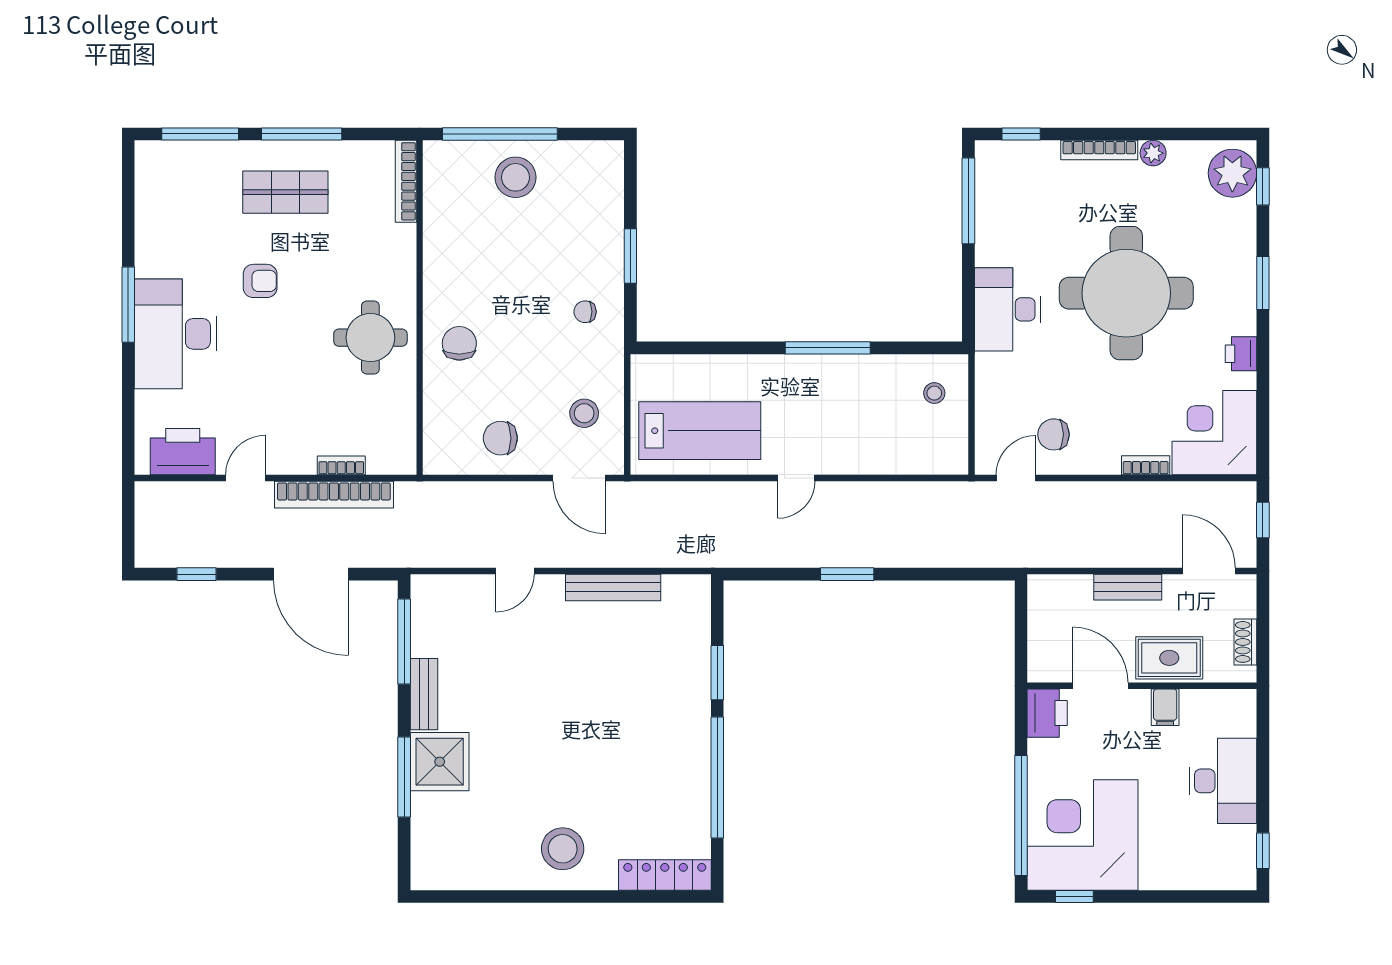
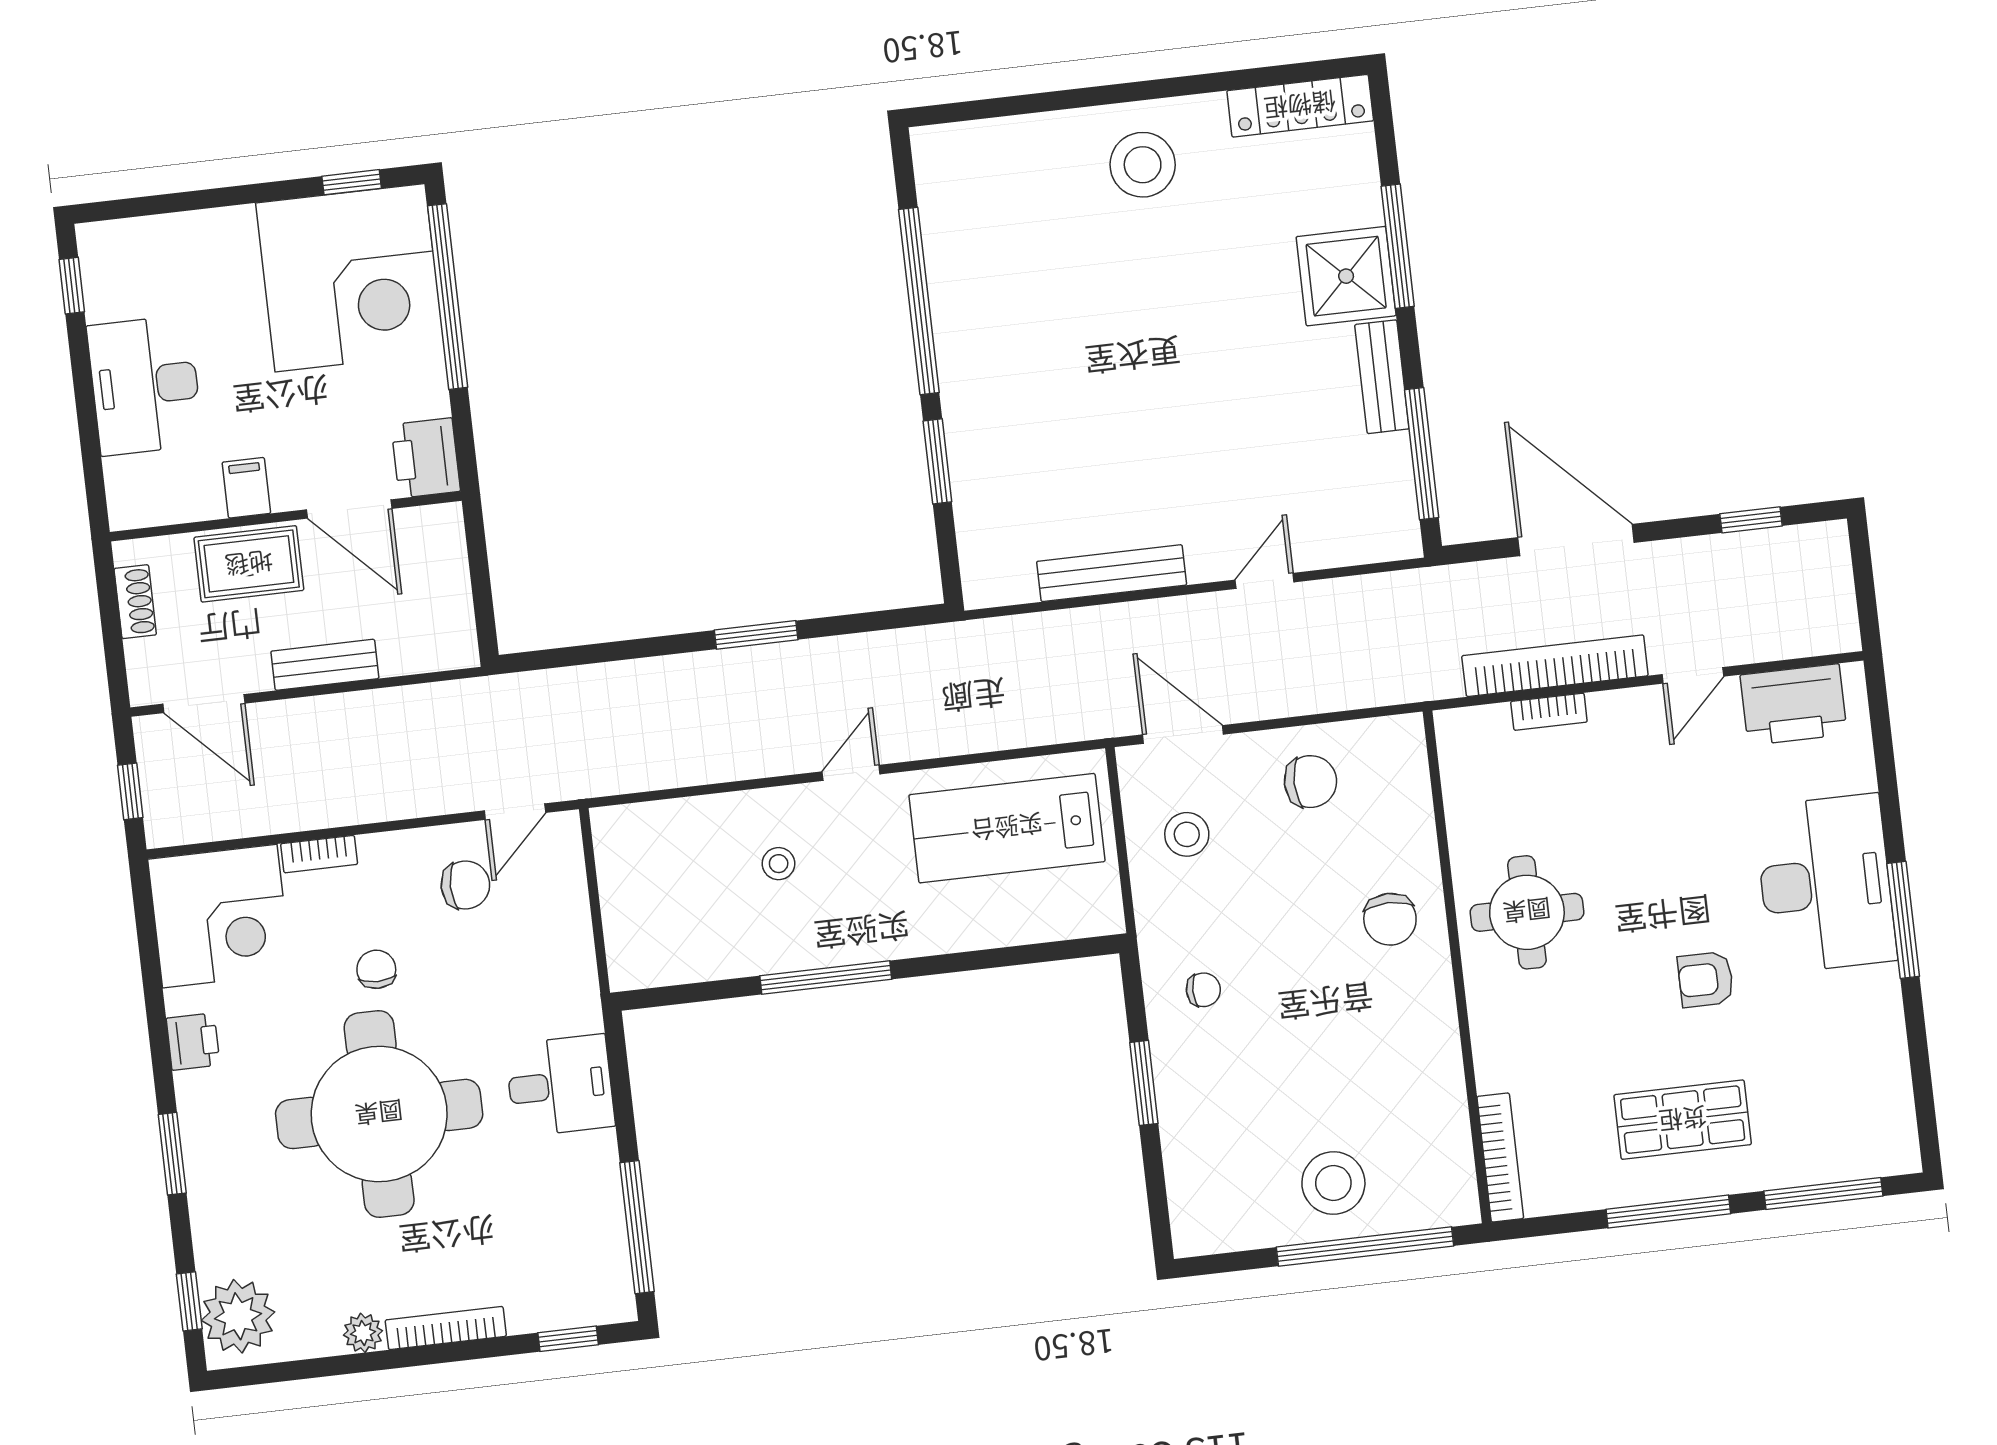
desk: (1007, 309) -> (560, 1085), width x0.73
chair: (1117, 387) -> (376, 969), added
stool: (934, 393) -> (779, 864), moved
locker: (665, 875) -> (1300, 106), moved

